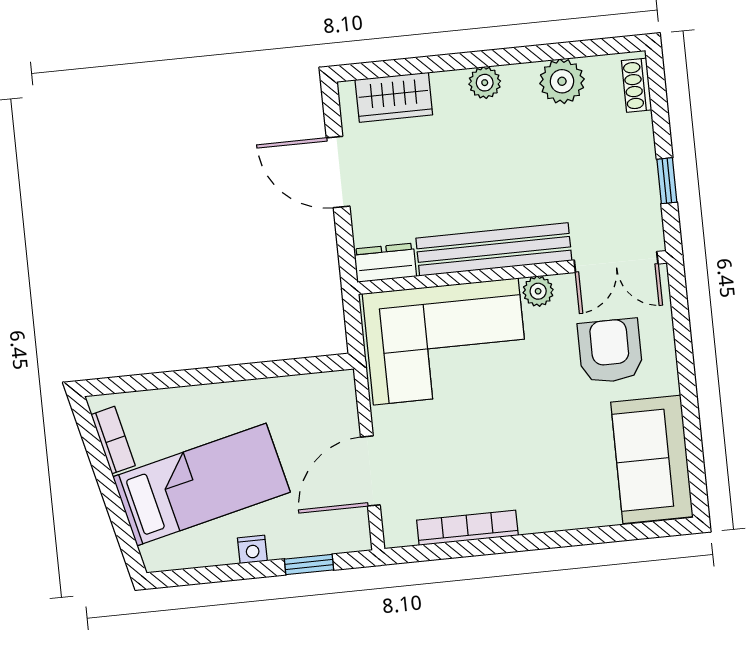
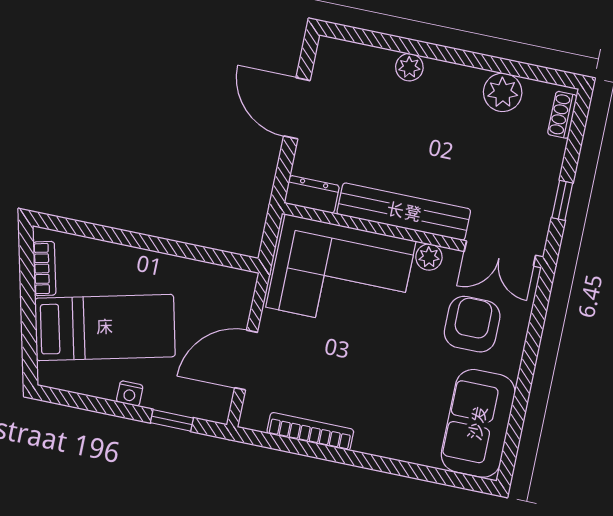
plant: (485, 83) -> (409, 67), moved
wardrobe: (394, 97) -> (362, 62), removed

